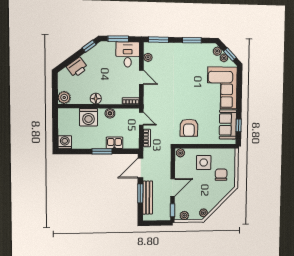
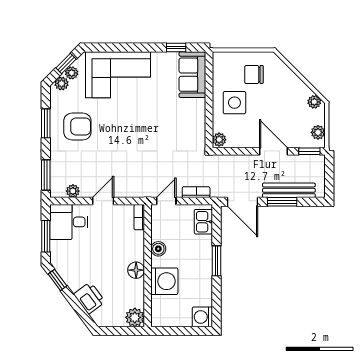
sofa: (228, 124) -> (192, 75), moved, turned 90
armchair: (189, 128) -> (77, 127), moved
kitchen sink: (114, 143) -> (203, 222), moved

